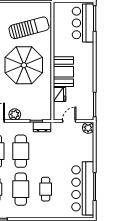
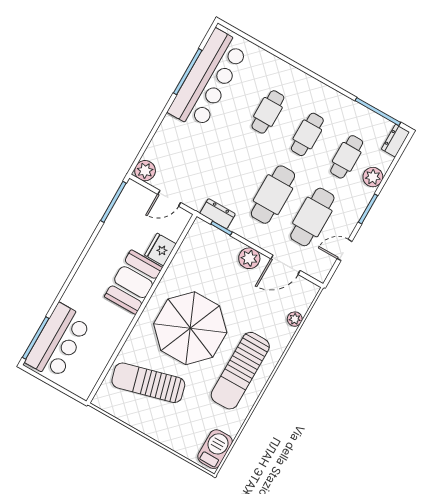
cafe table: (21, 189) -> (307, 134), width x0.73, depth x0.74

